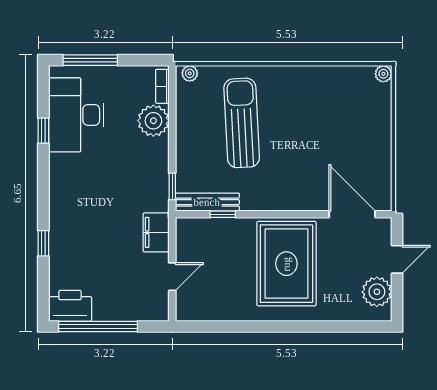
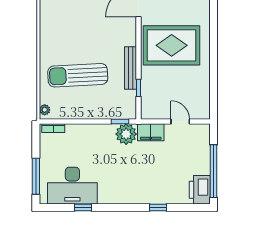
plant: (153, 121) -> (126, 134), moved
bench: (207, 202) -> (131, 68), moved

